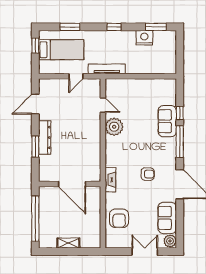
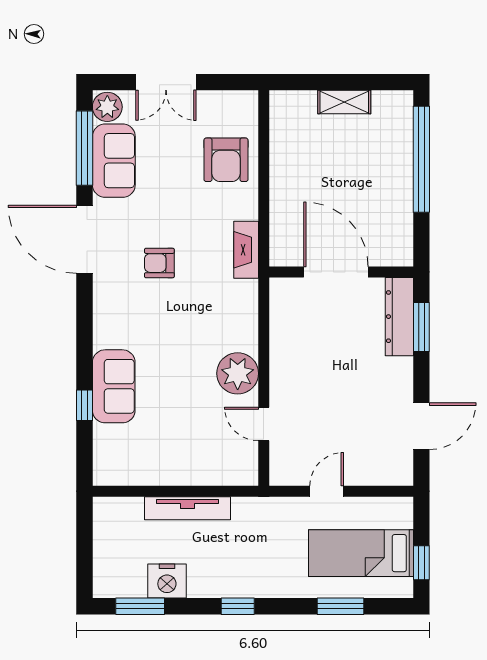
tv unit: (107, 69) -> (187, 508), moved
dresser: (45, 137) -> (399, 317), moved
window: (180, 142) -> (85, 148), moved
wall: (70, 184) -> (341, 272), moved
door: (72, 184) -> (336, 272), moved
armchair: (119, 218) -> (226, 160), turned 180

